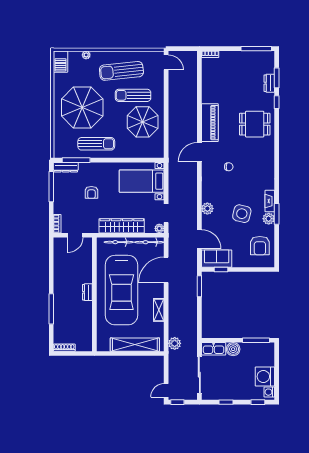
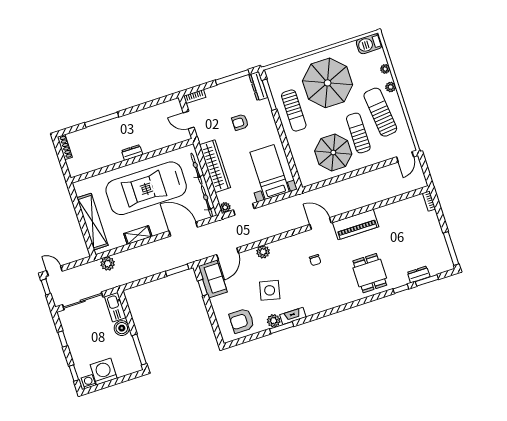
plant: (103, 55) -> (391, 87), added

